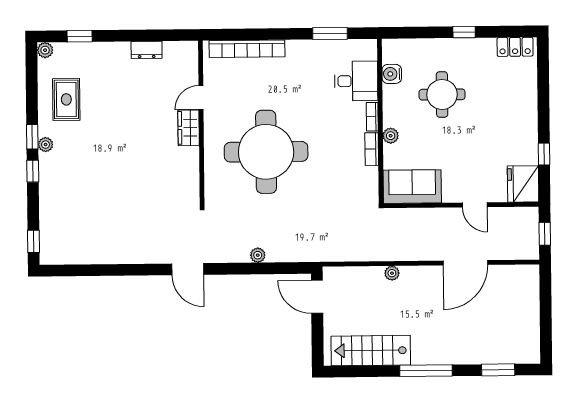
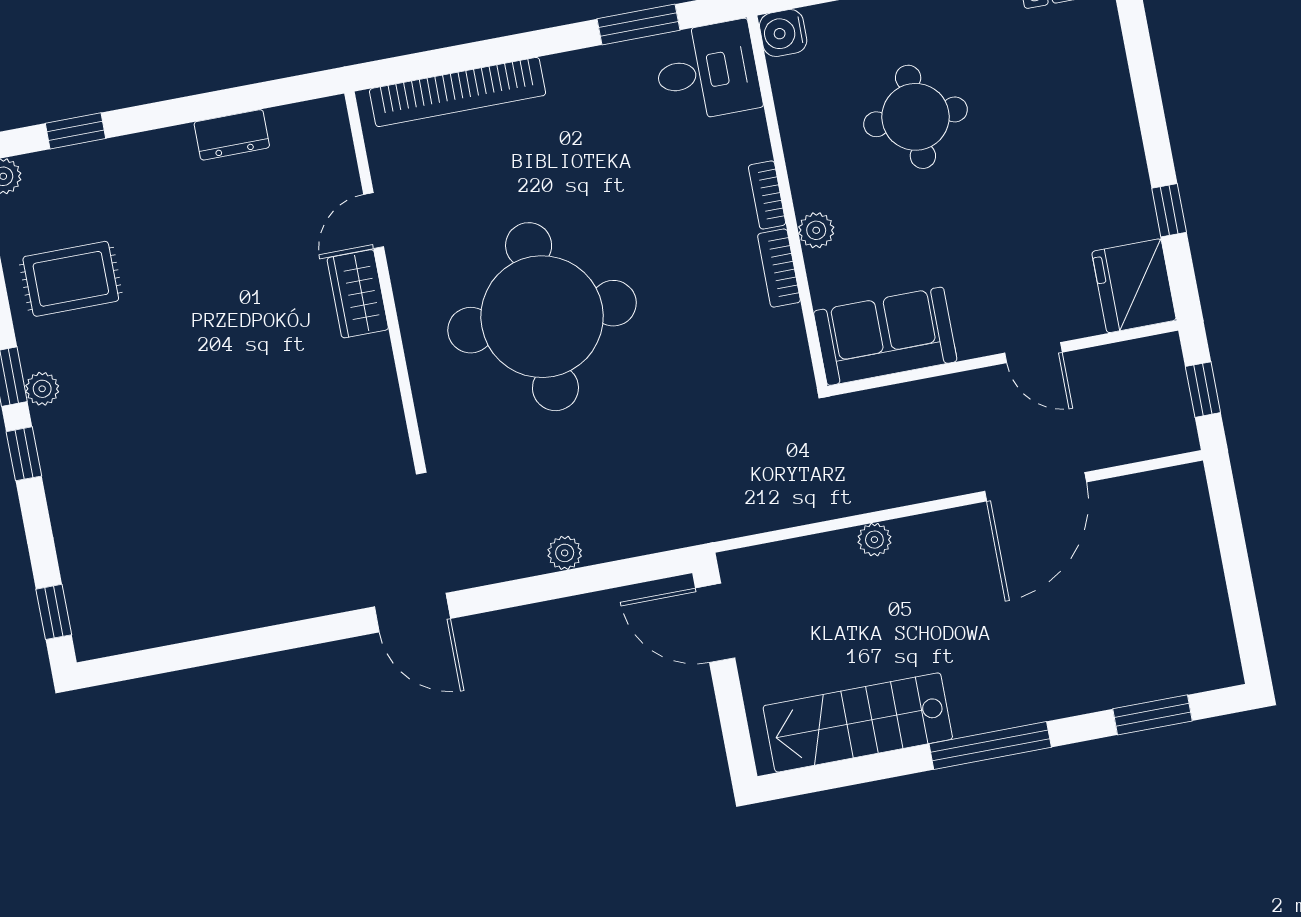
water cooler: (392, 74) -> (783, 33), moved
desk: (356, 81) -> (707, 71), moved
rug: (66, 99) -> (71, 279), turned 90

